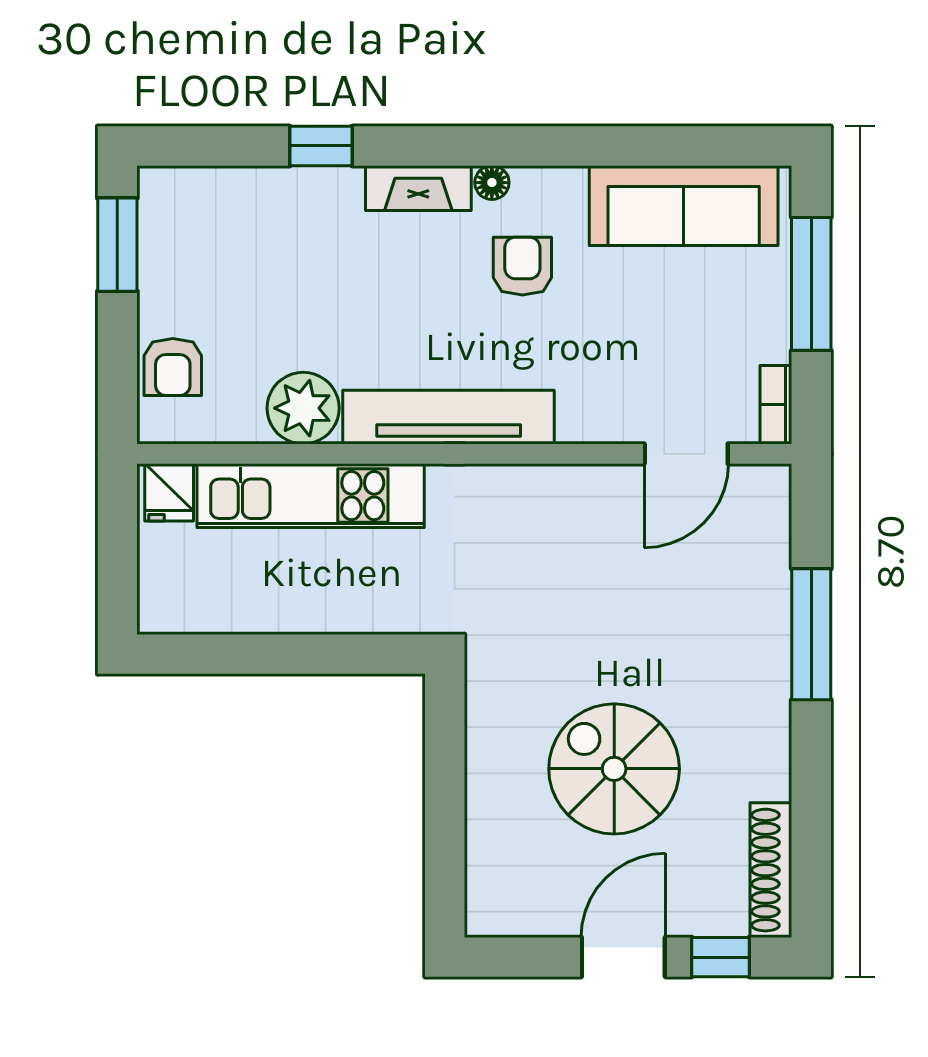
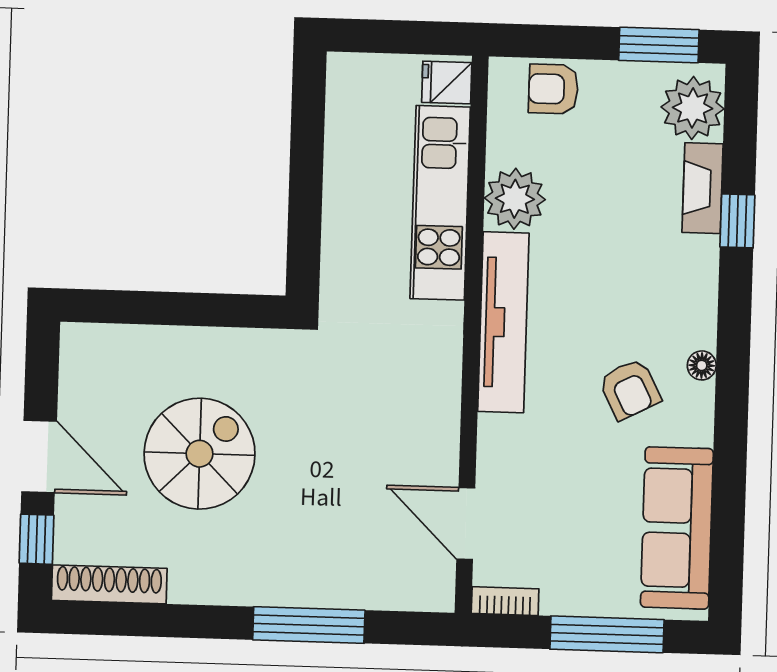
fireplace: (418, 188) -> (703, 188), moved
plant: (190, 203) -> (693, 108), added
armchair: (522, 266) -> (630, 389), turned 63

